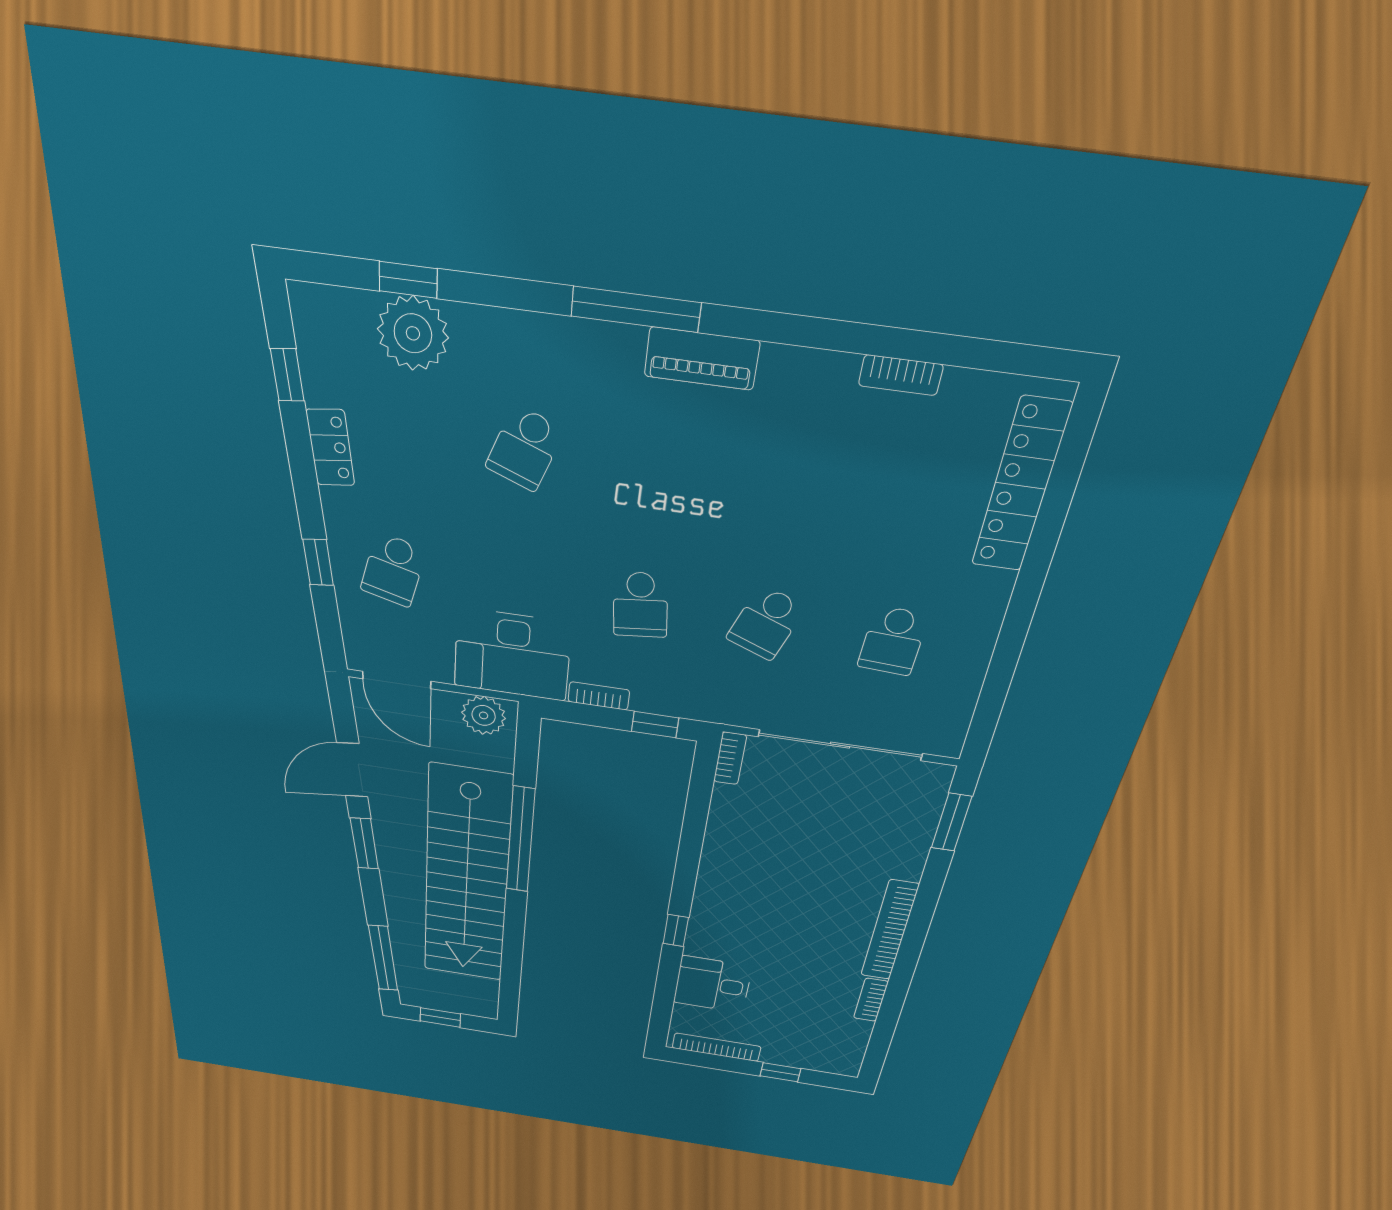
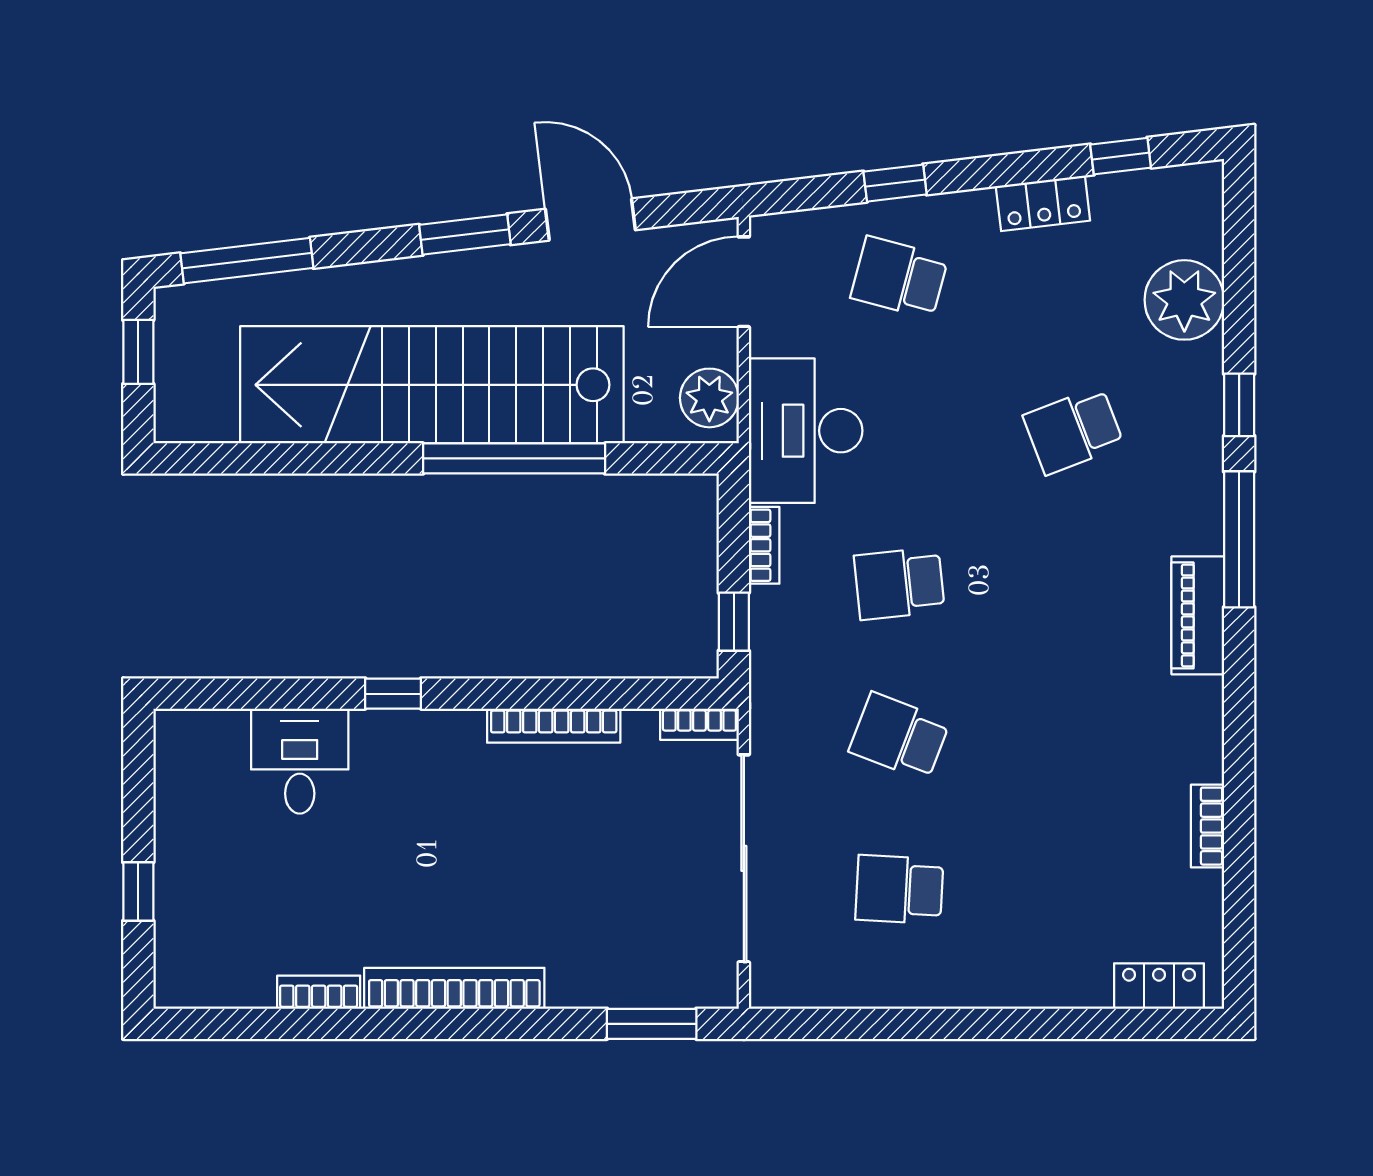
window: (408, 280) -> (1239, 405), moved
school desk: (525, 448) -> (1074, 431), turned -42
locker: (1021, 486) -> (1159, 986), width x0.46, depth x0.83
bookcase: (716, 1047) -> (554, 726), moved, turned 90

